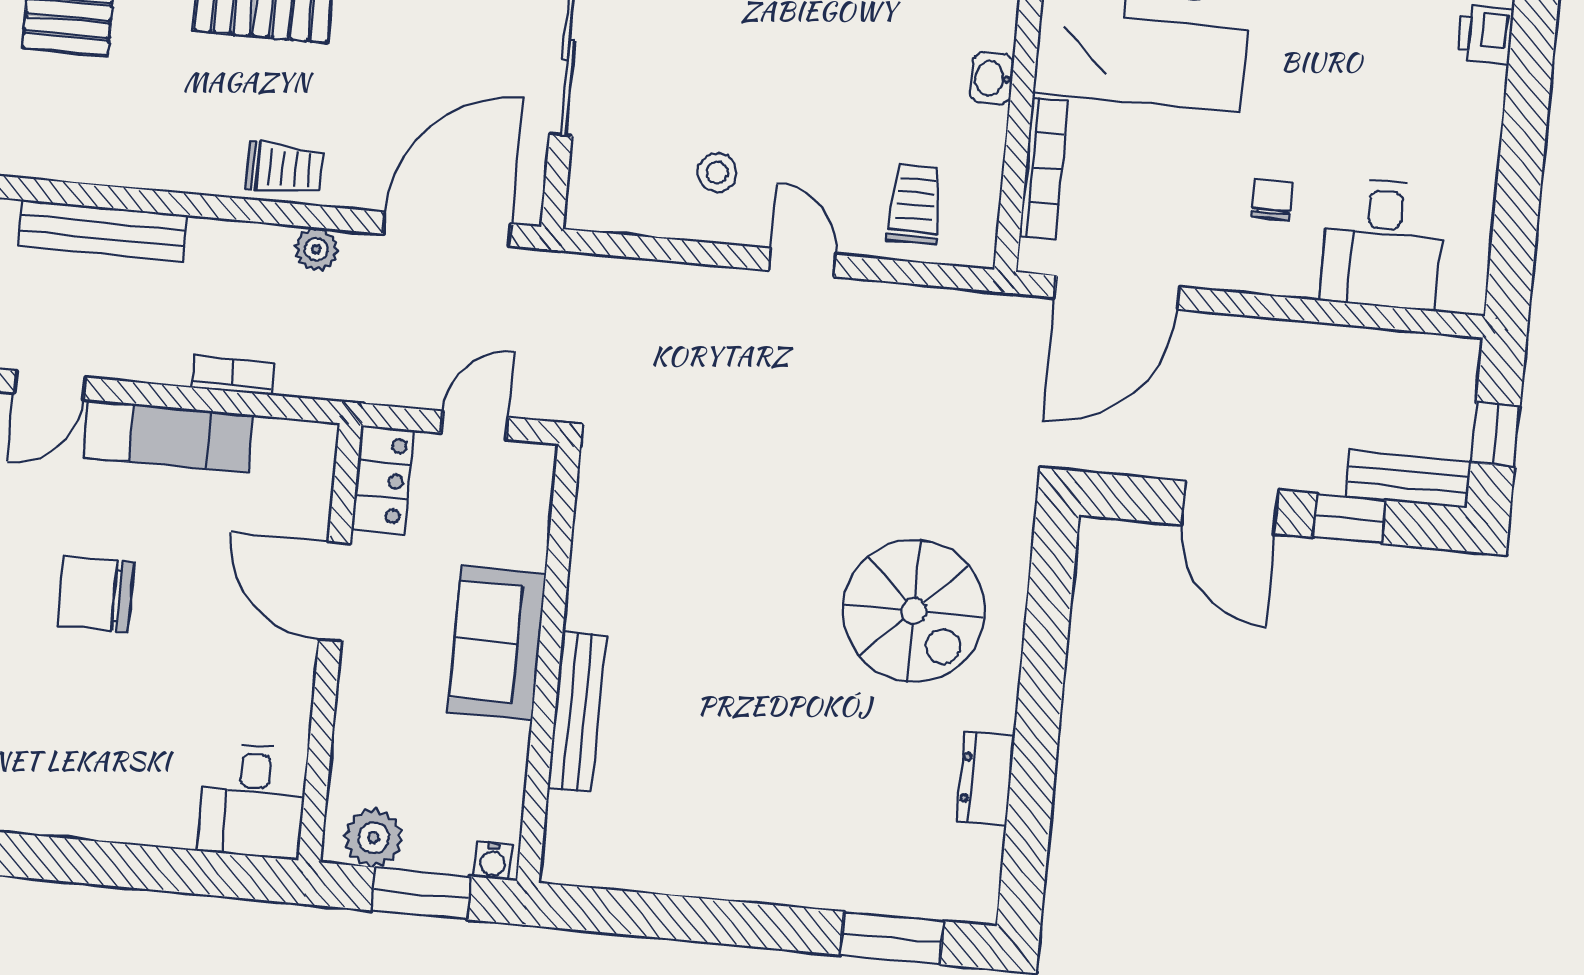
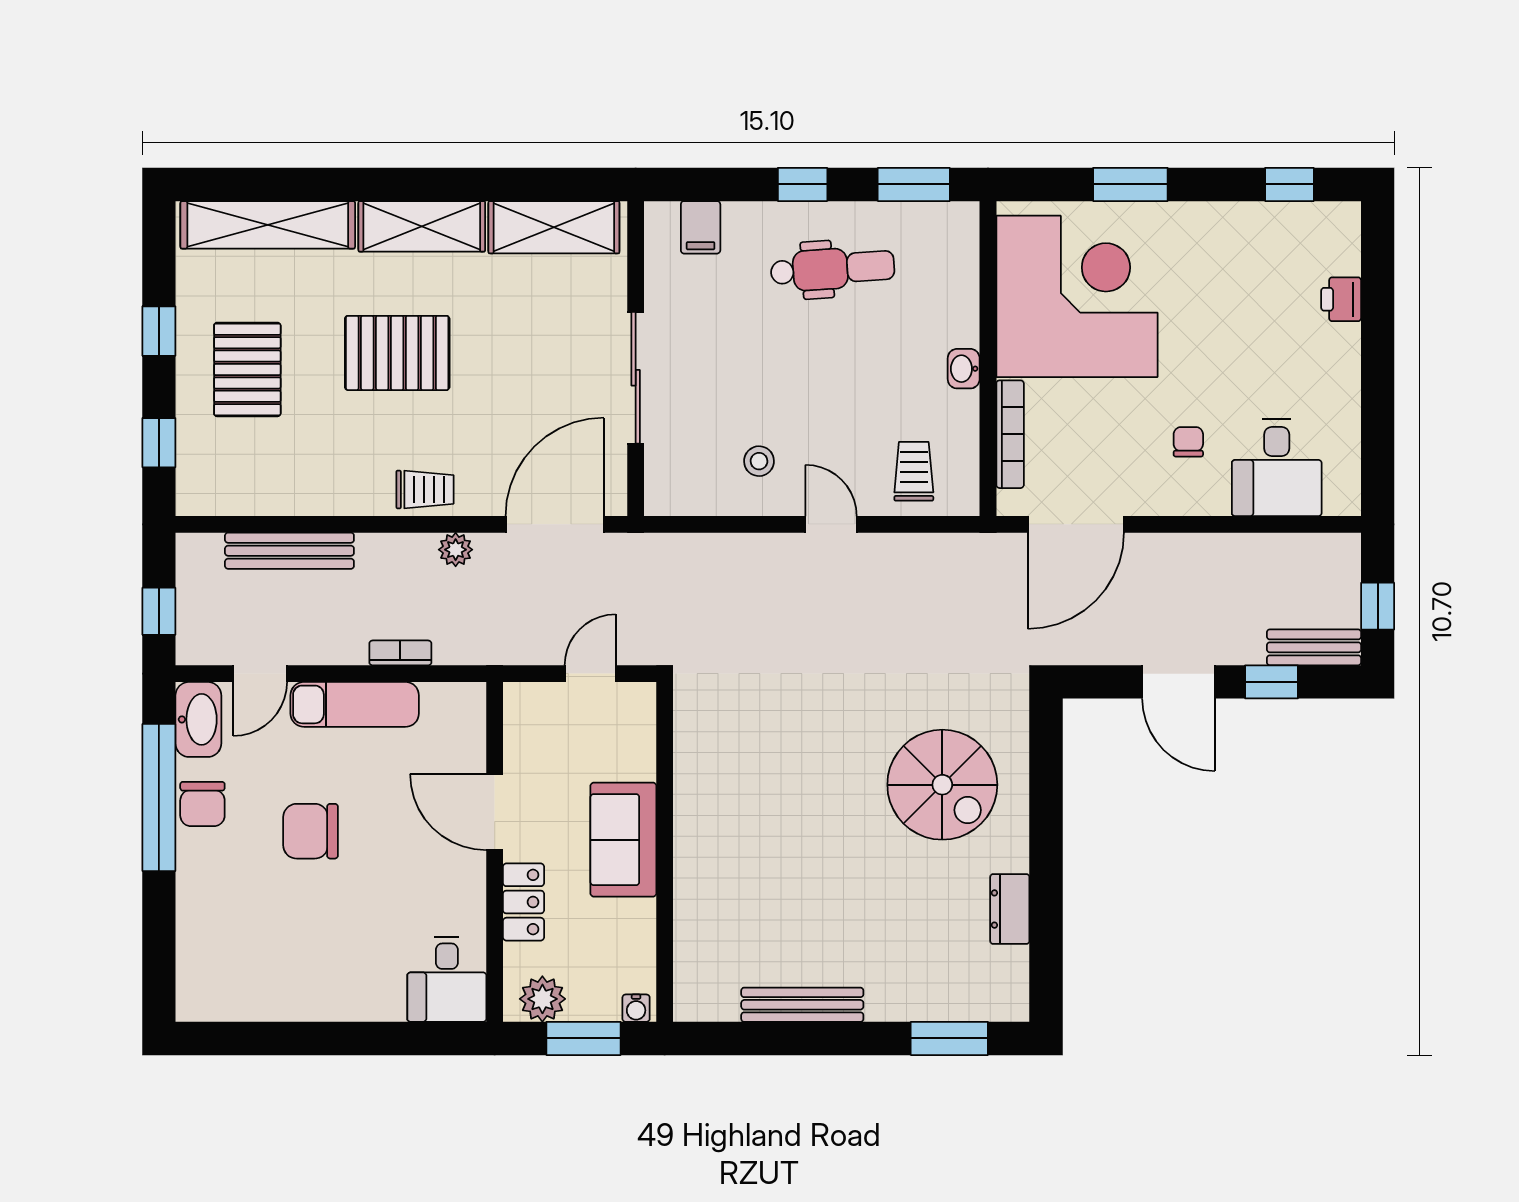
locker: (383, 480) -> (524, 902), moved
bench: (577, 712) -> (802, 1005), moved, turned 90

